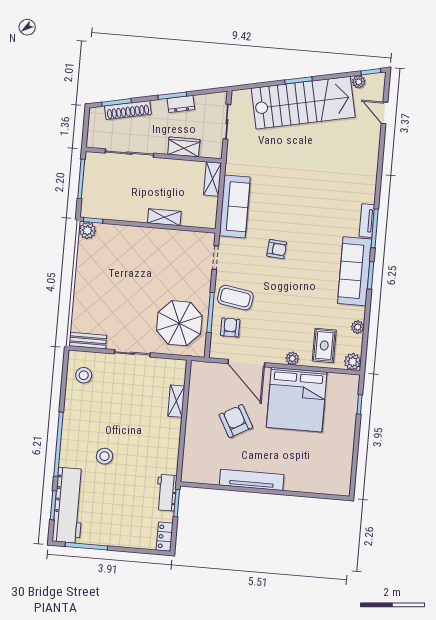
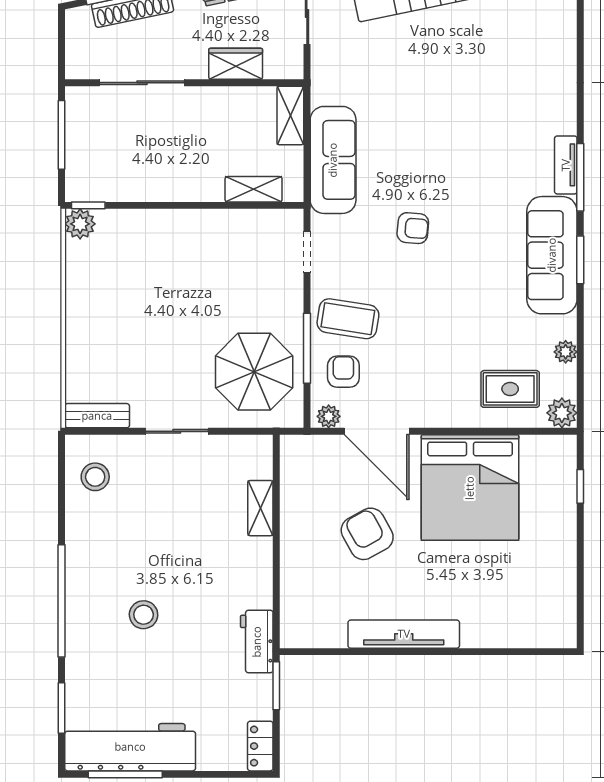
shelving: (164, 217) -> (254, 189), moved
rug: (324, 345) -> (510, 389), turned 90
plant: (292, 358) -> (329, 416), moved
workbench: (166, 493) -> (257, 642), moved
workbench: (69, 505) -> (130, 747), moved, turned -90

